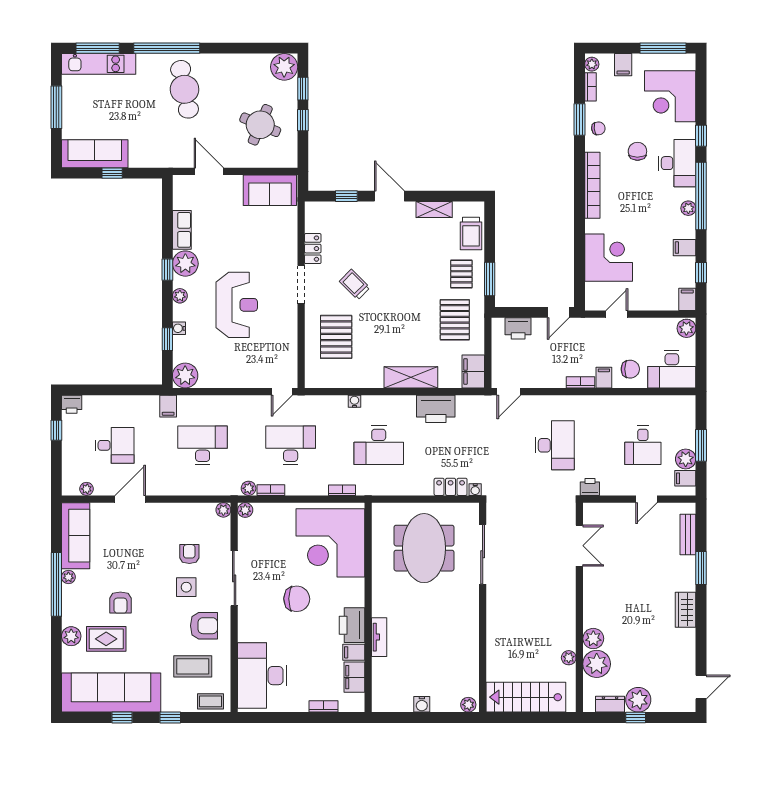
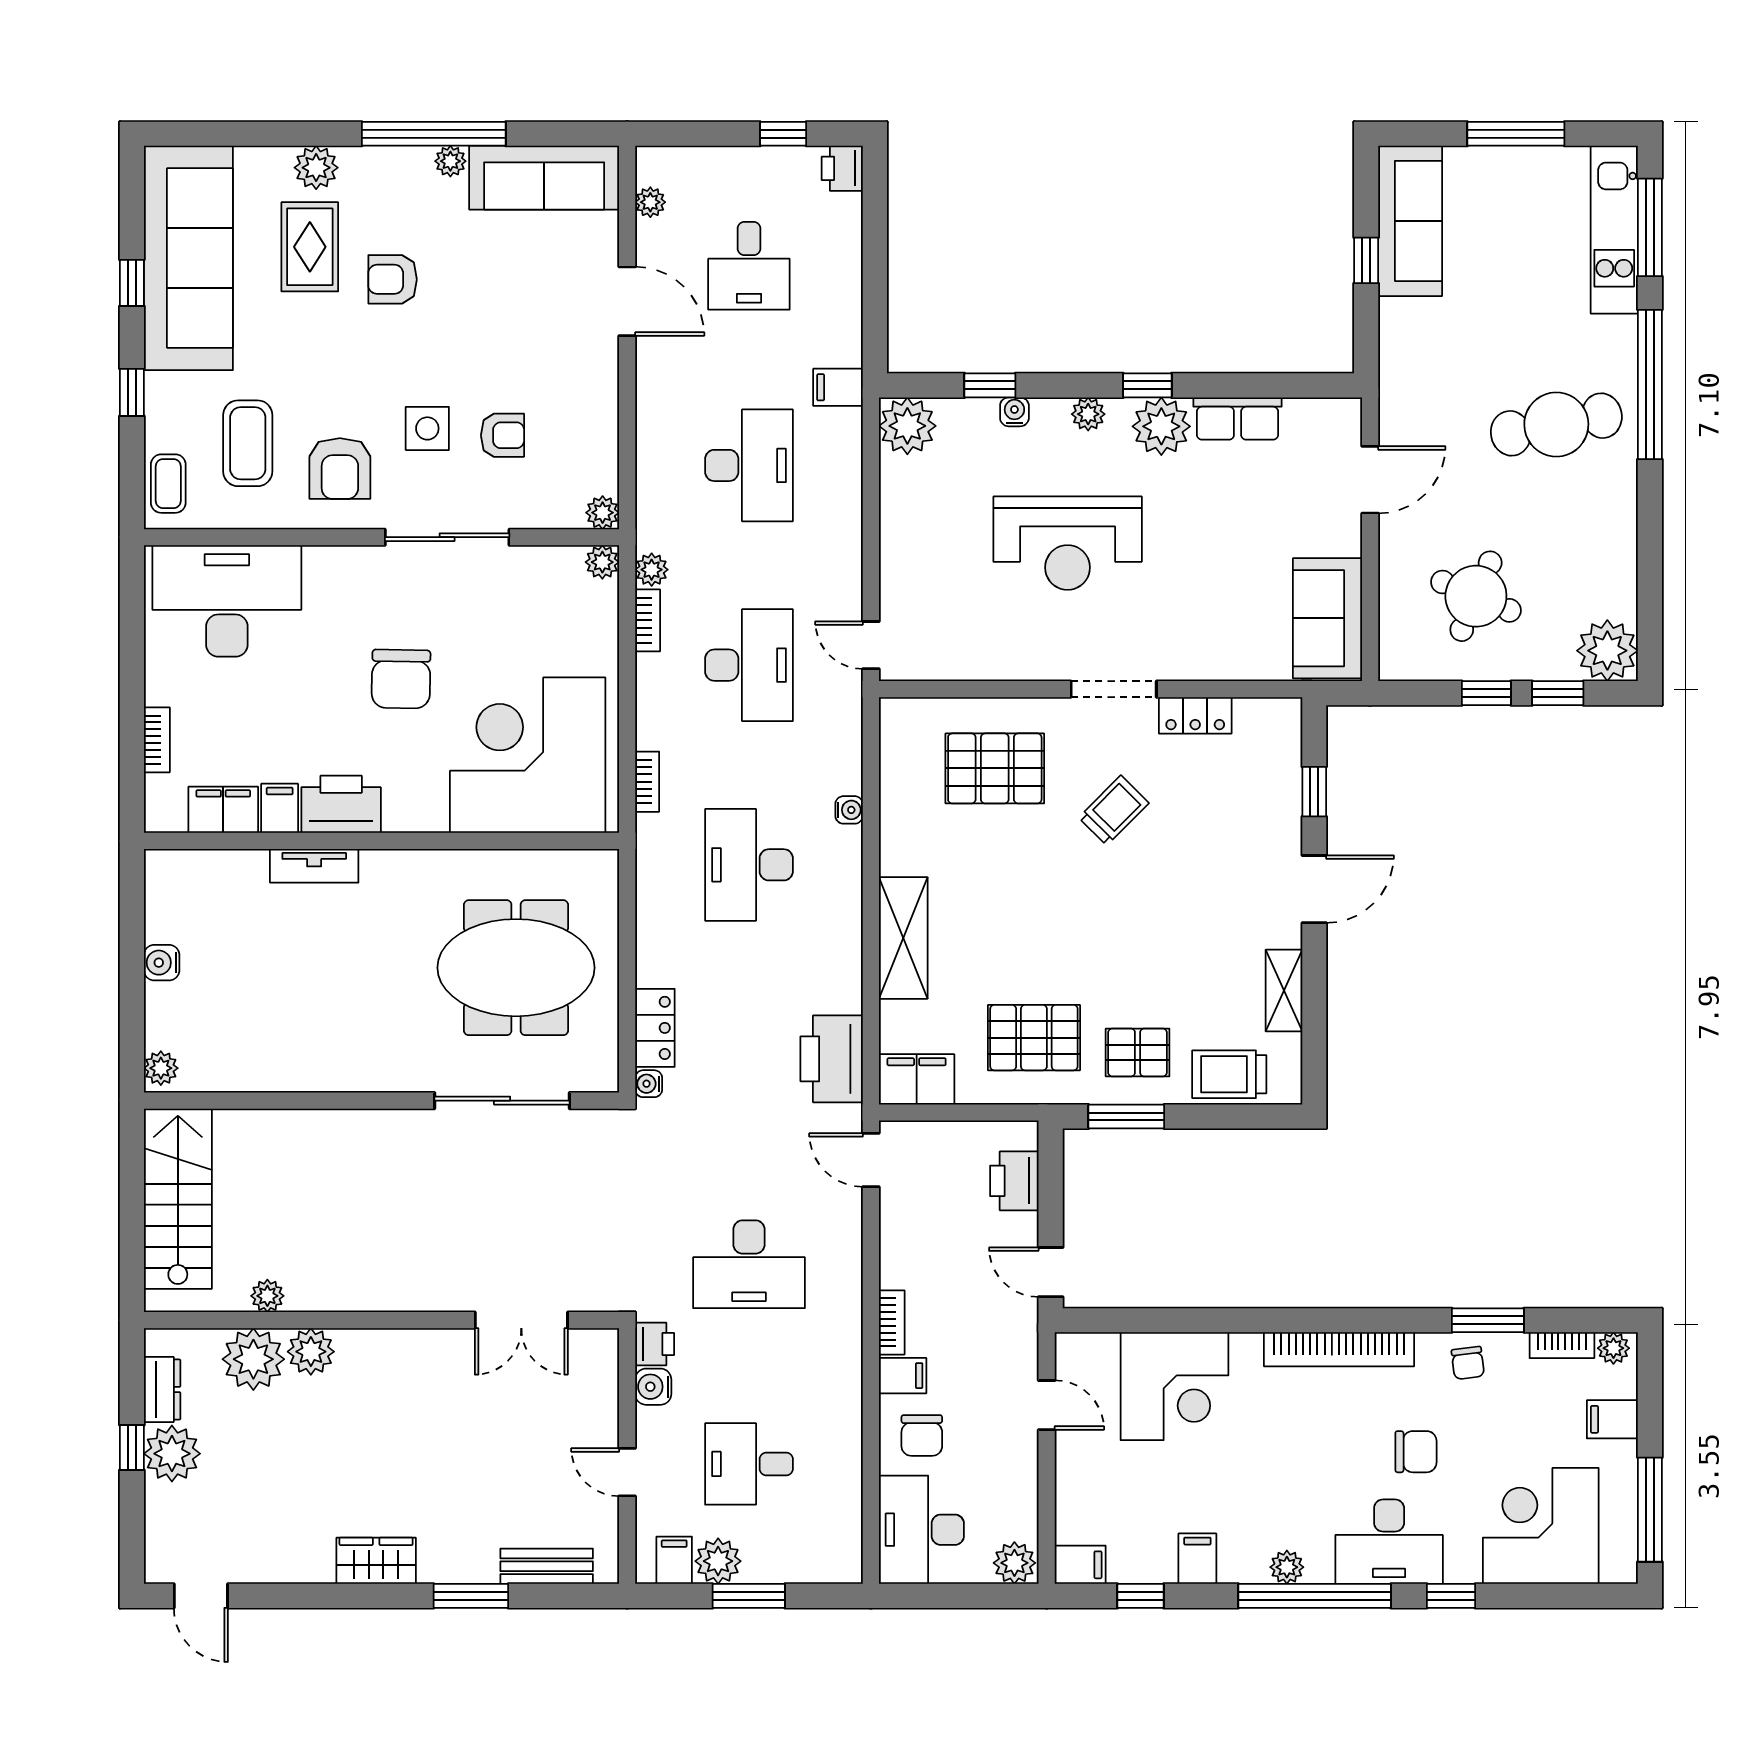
printer: (436, 409) -> (832, 1059), moved
water cooler: (609, 488) -> (653, 1387), added

